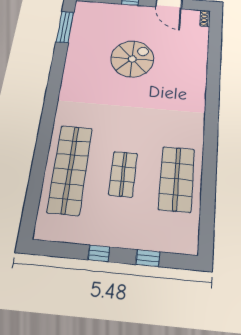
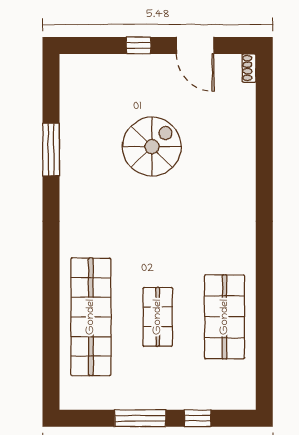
window: (65, 27) -> (51, 150), moved
window: (99, 253) -> (140, 418), width x2.17

